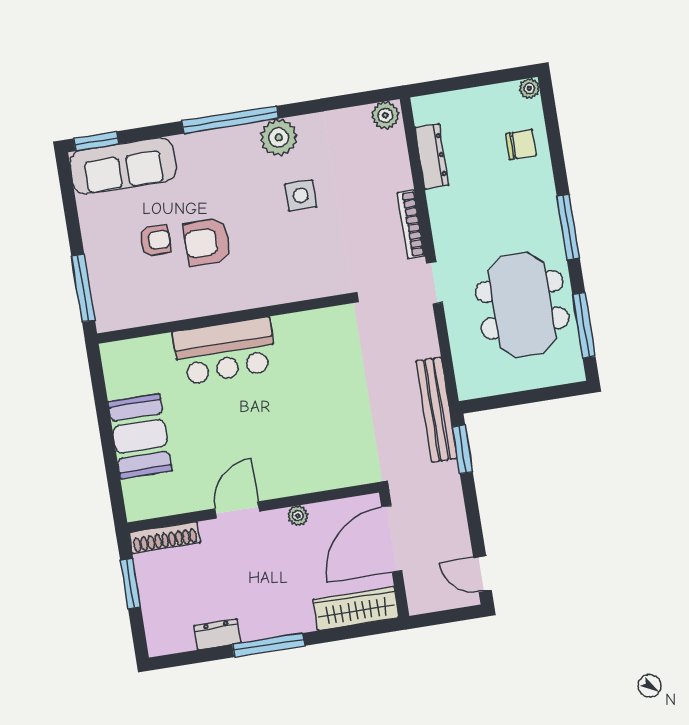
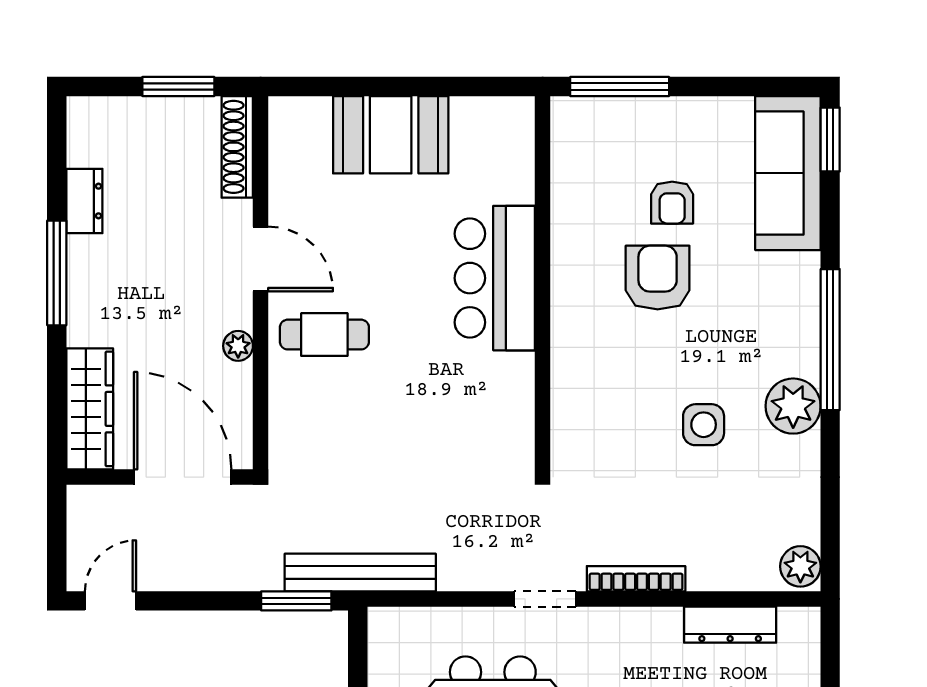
cafe table: (281, 459) -> (324, 335), added

